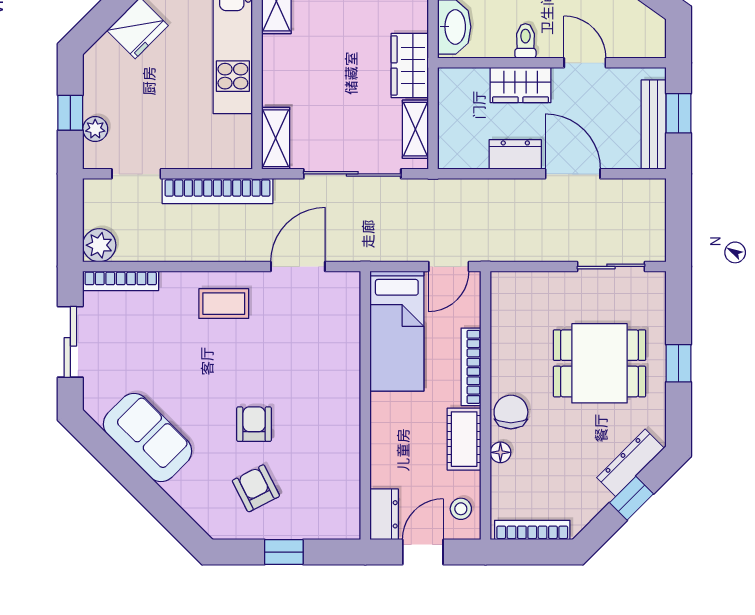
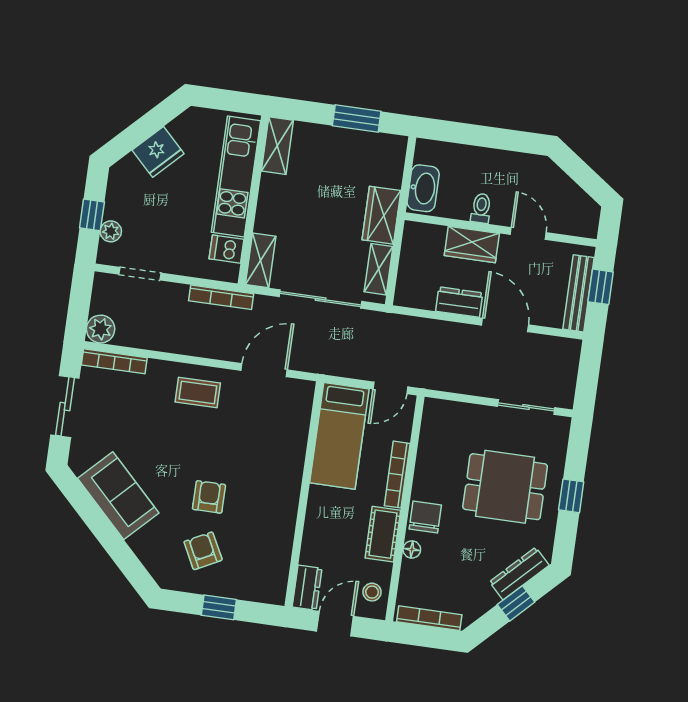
dishwasher: (234, 131) -> (227, 249), added
bookcase: (217, 191) -> (221, 297), width x0.68, depth x0.76

